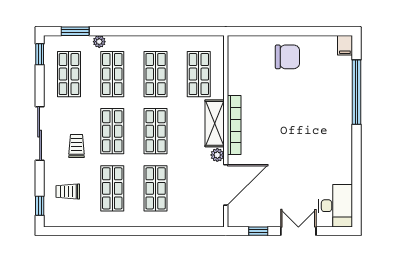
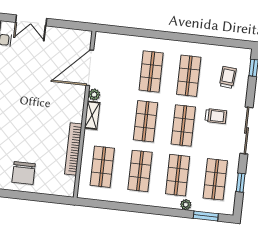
window: (40, 54) -> (241, 183), moved
chair: (287, 57) -> (24, 173), turned -90
shelving: (215, 123) -> (92, 115), width x0.67, depth x0.75
bookcase: (234, 125) -> (73, 149), moved
trolley: (76, 146) -> (216, 116), turned -90
trolley: (68, 192) -> (228, 77), turned -85
window: (258, 231) -> (66, 24), removed

